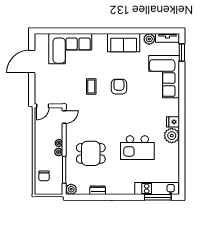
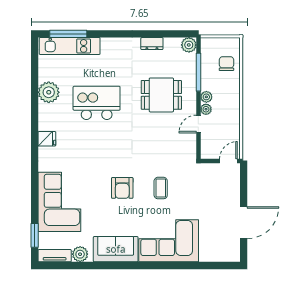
corner sofa: (70, 49) -> (169, 241), moved
door: (64, 117) -> (198, 124), moved
plant: (172, 136) -> (49, 92), moved

